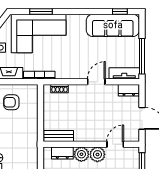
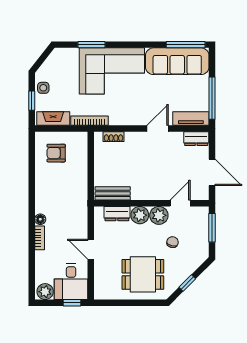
window: (120, 11) -> (186, 45), width x2.17
corner sofa: (39, 33) -> (112, 71), moved

